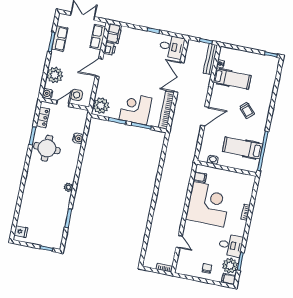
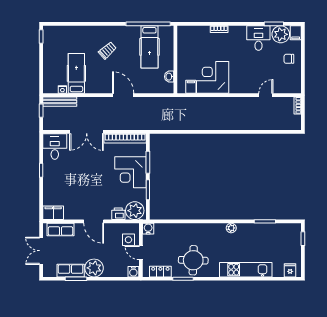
printer: (110, 49) -> (118, 214), moved
plant: (55, 75) -> (94, 268), moved
water cooler: (78, 138) -> (148, 229), moved
kitchen unit: (29, 193) -> (246, 270), added
corner desk: (208, 204) -> (213, 77), width x0.74, depth x0.74

